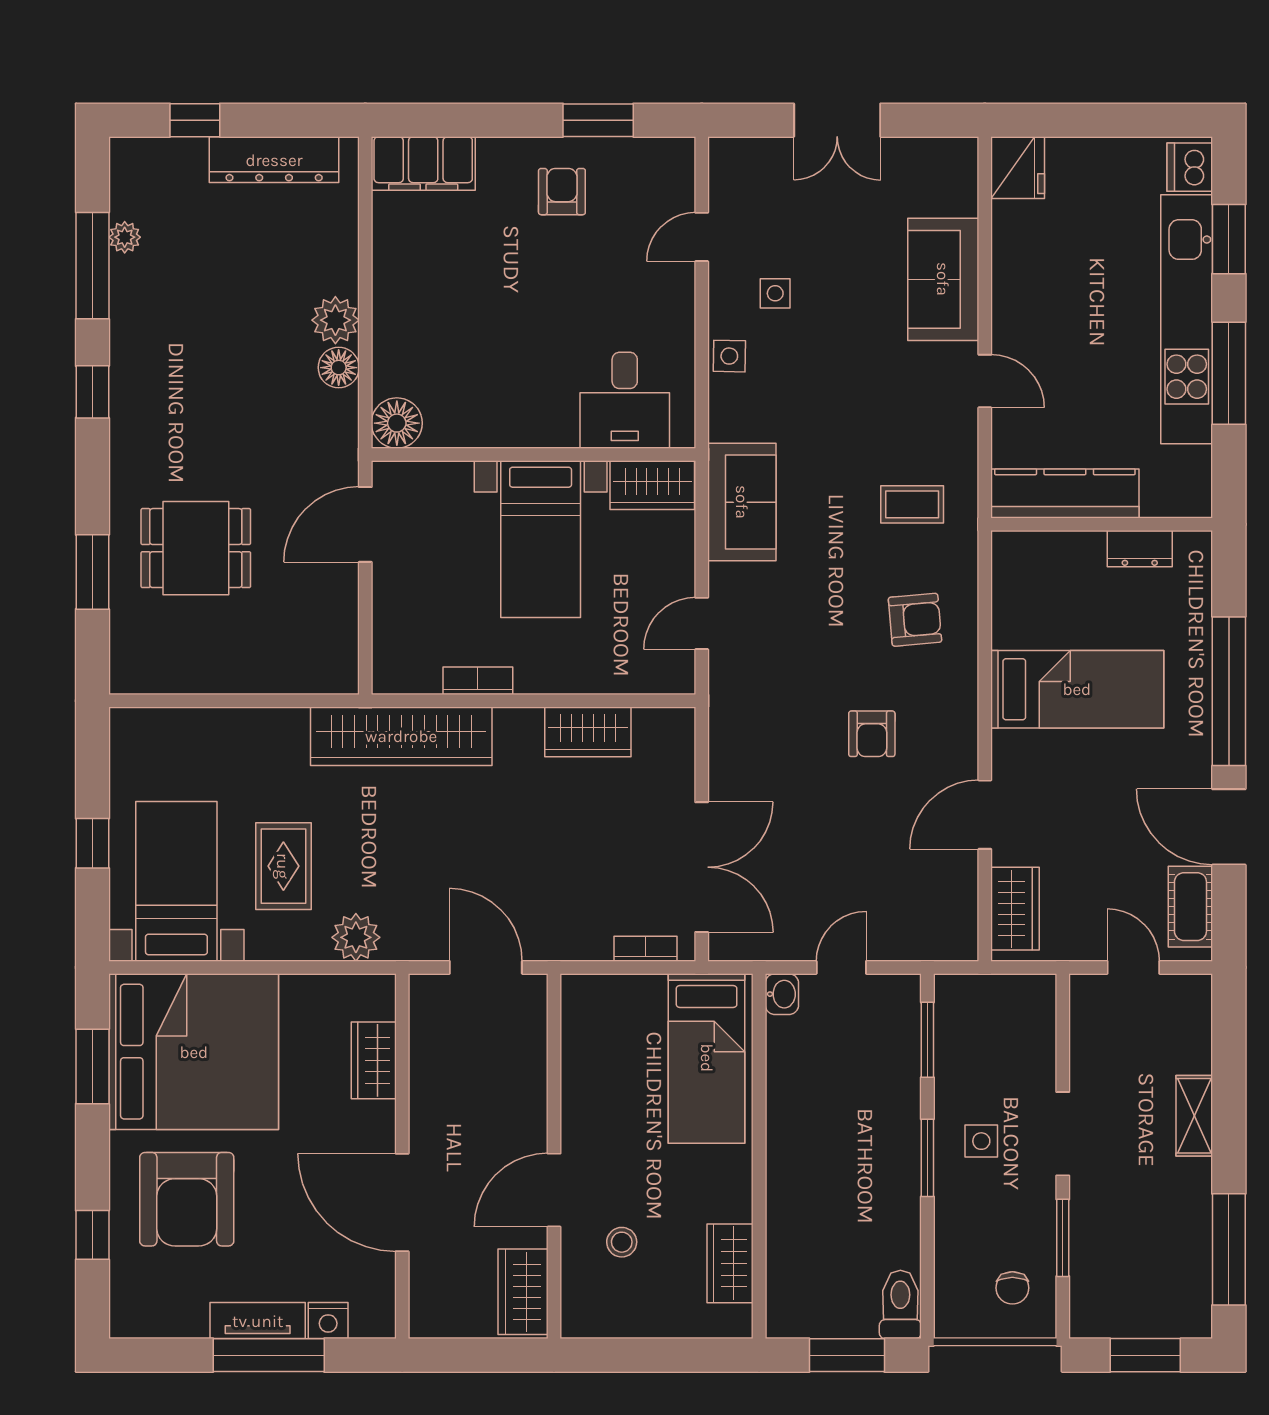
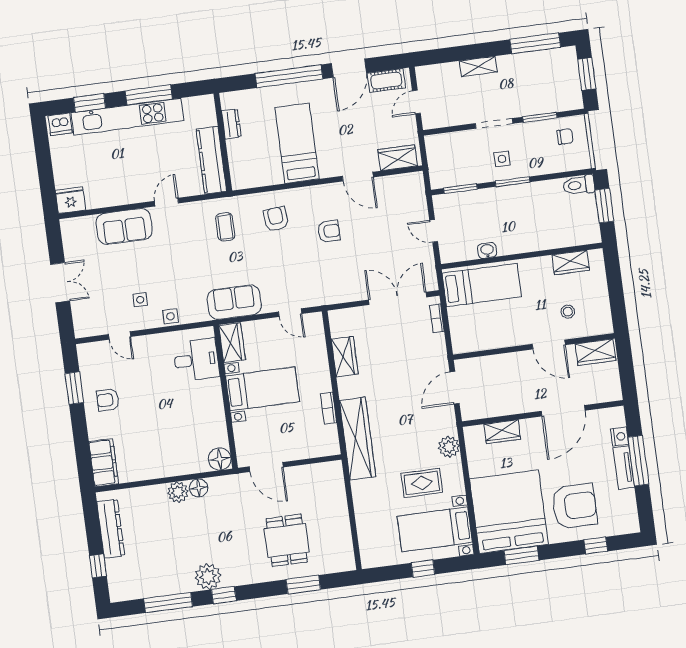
plant: (125, 237) -> (208, 577), moved, width x1.88, depth x1.88
washbasin: (782, 994) -> (487, 250), moved

